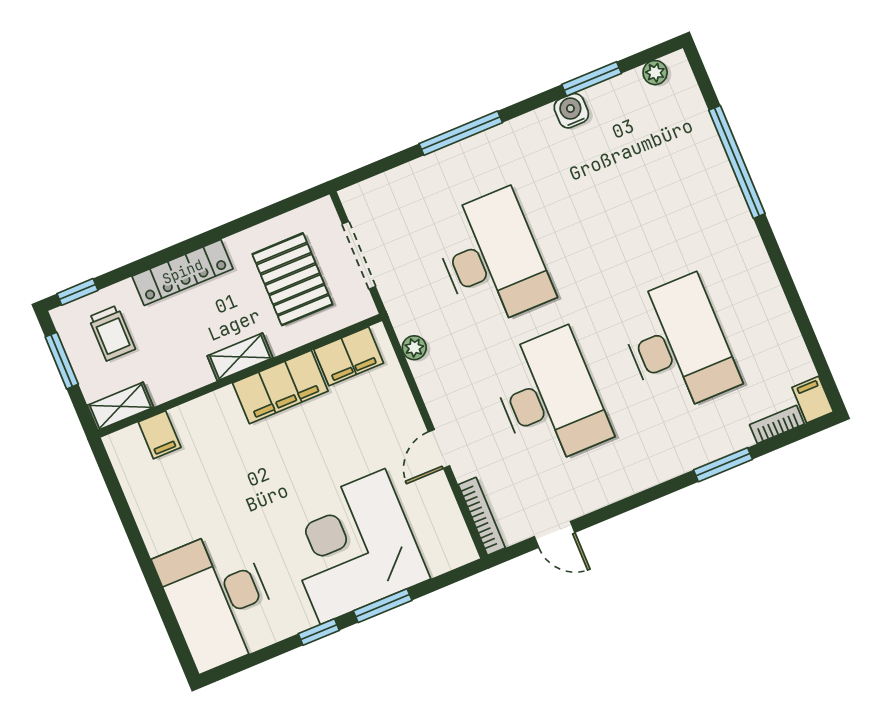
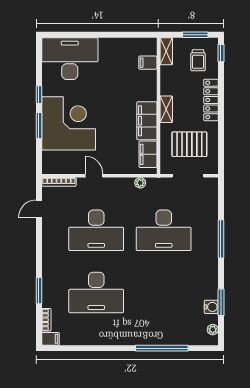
water cooler: (571, 111) -> (211, 307), moved
trolley: (112, 333) -> (198, 60), turned -90

